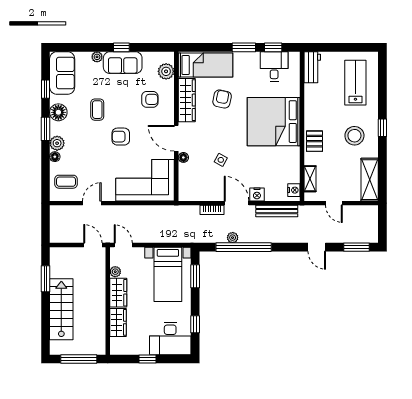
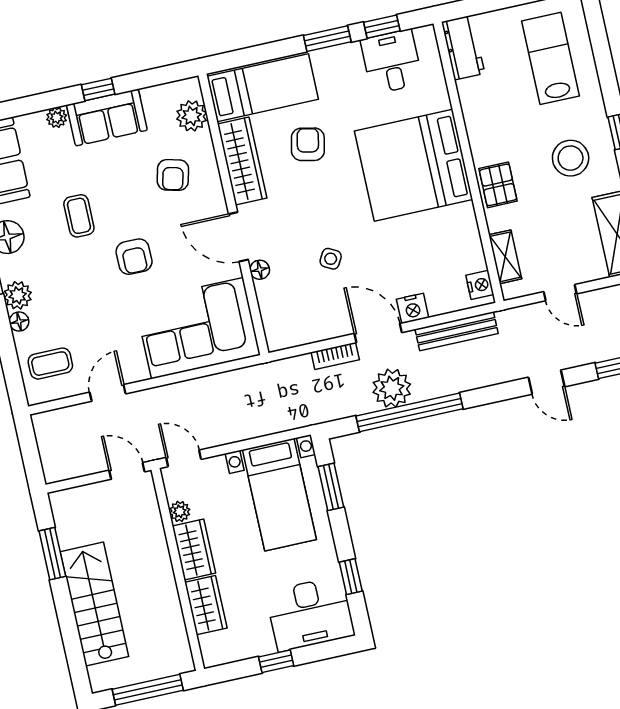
armchair: (150, 99) -> (173, 175), turned 104
armchair: (121, 137) -> (134, 257), turned -90
plant: (233, 238) -> (392, 388), width x1.87, depth x1.87

